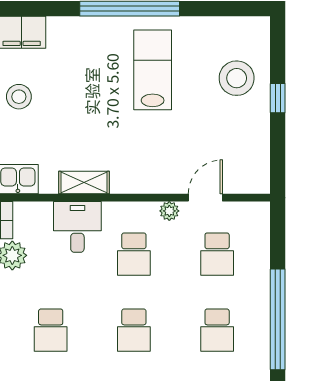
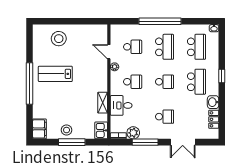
window: (278, 98) -> (67, 21), removed
school desk: (217, 330) -> (165, 47), width x1.85

